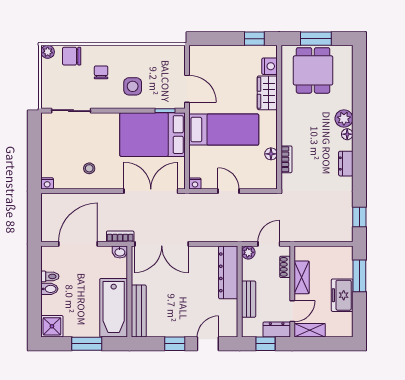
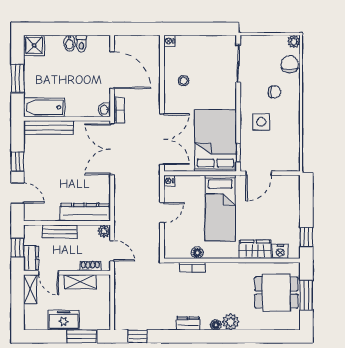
bathtub: (114, 308) -> (44, 107), width x0.73, depth x0.73

